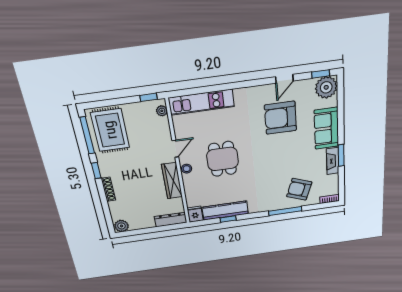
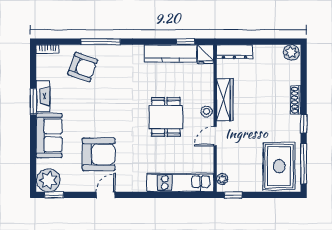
door: (284, 79) -> (106, 195), moved
window: (228, 219) -> (185, 42), moved

